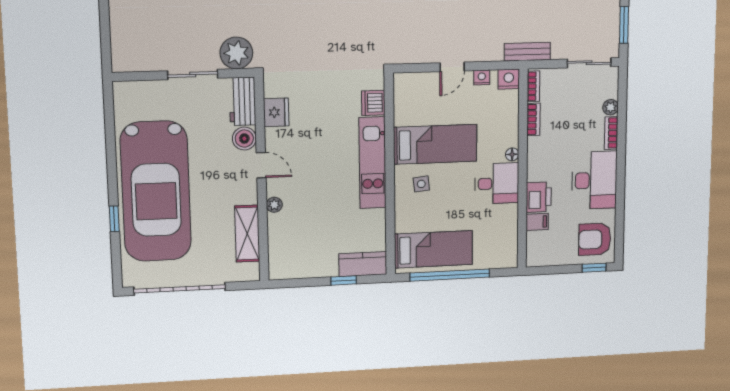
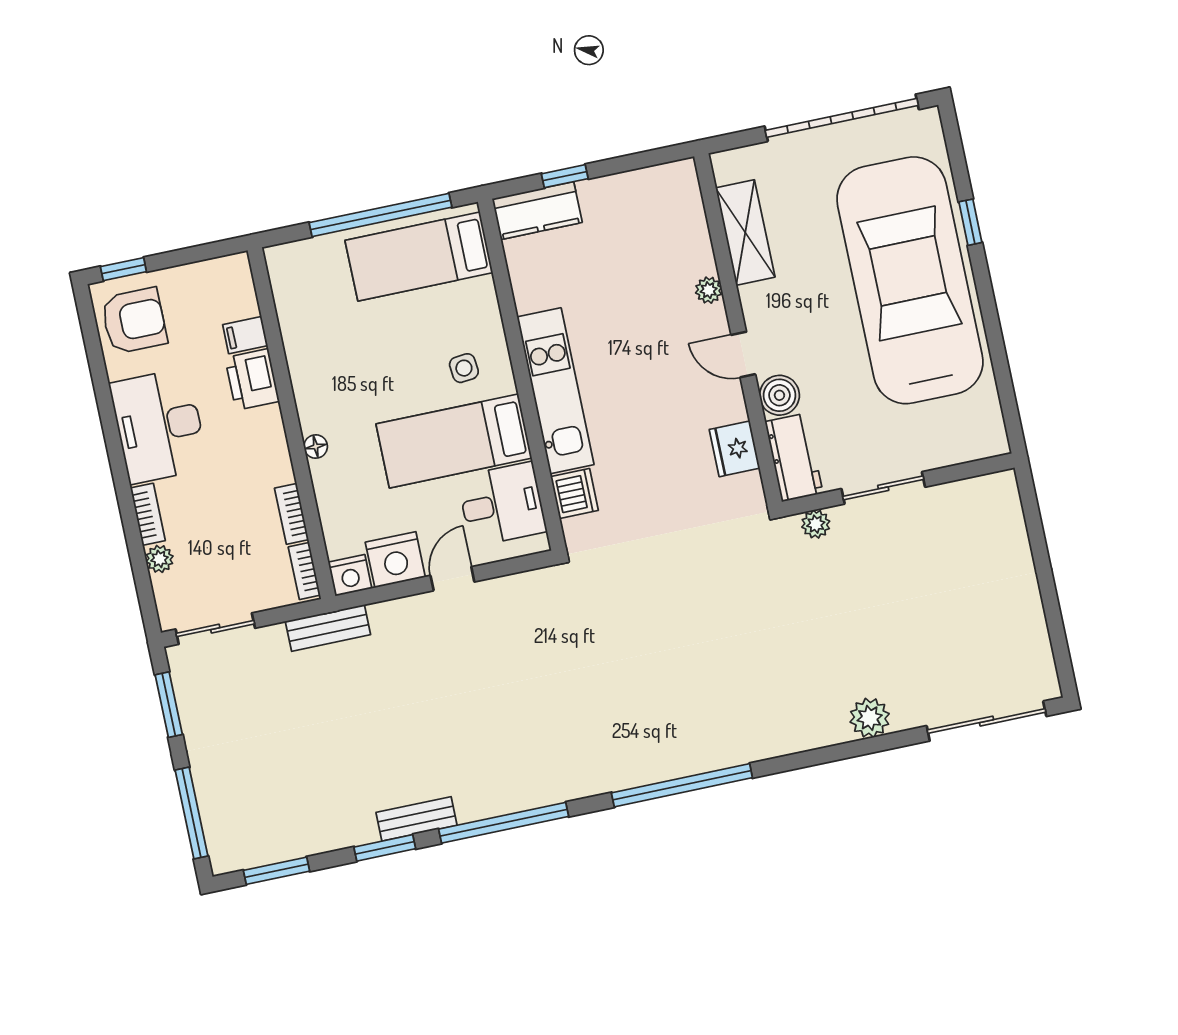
plant: (236, 53) -> (816, 524), width x0.53, depth x0.53
nightstand: (482, 78) -> (395, 560), width x1.89, depth x1.79
desk: (497, 183) -> (502, 504), moved, turned 180

